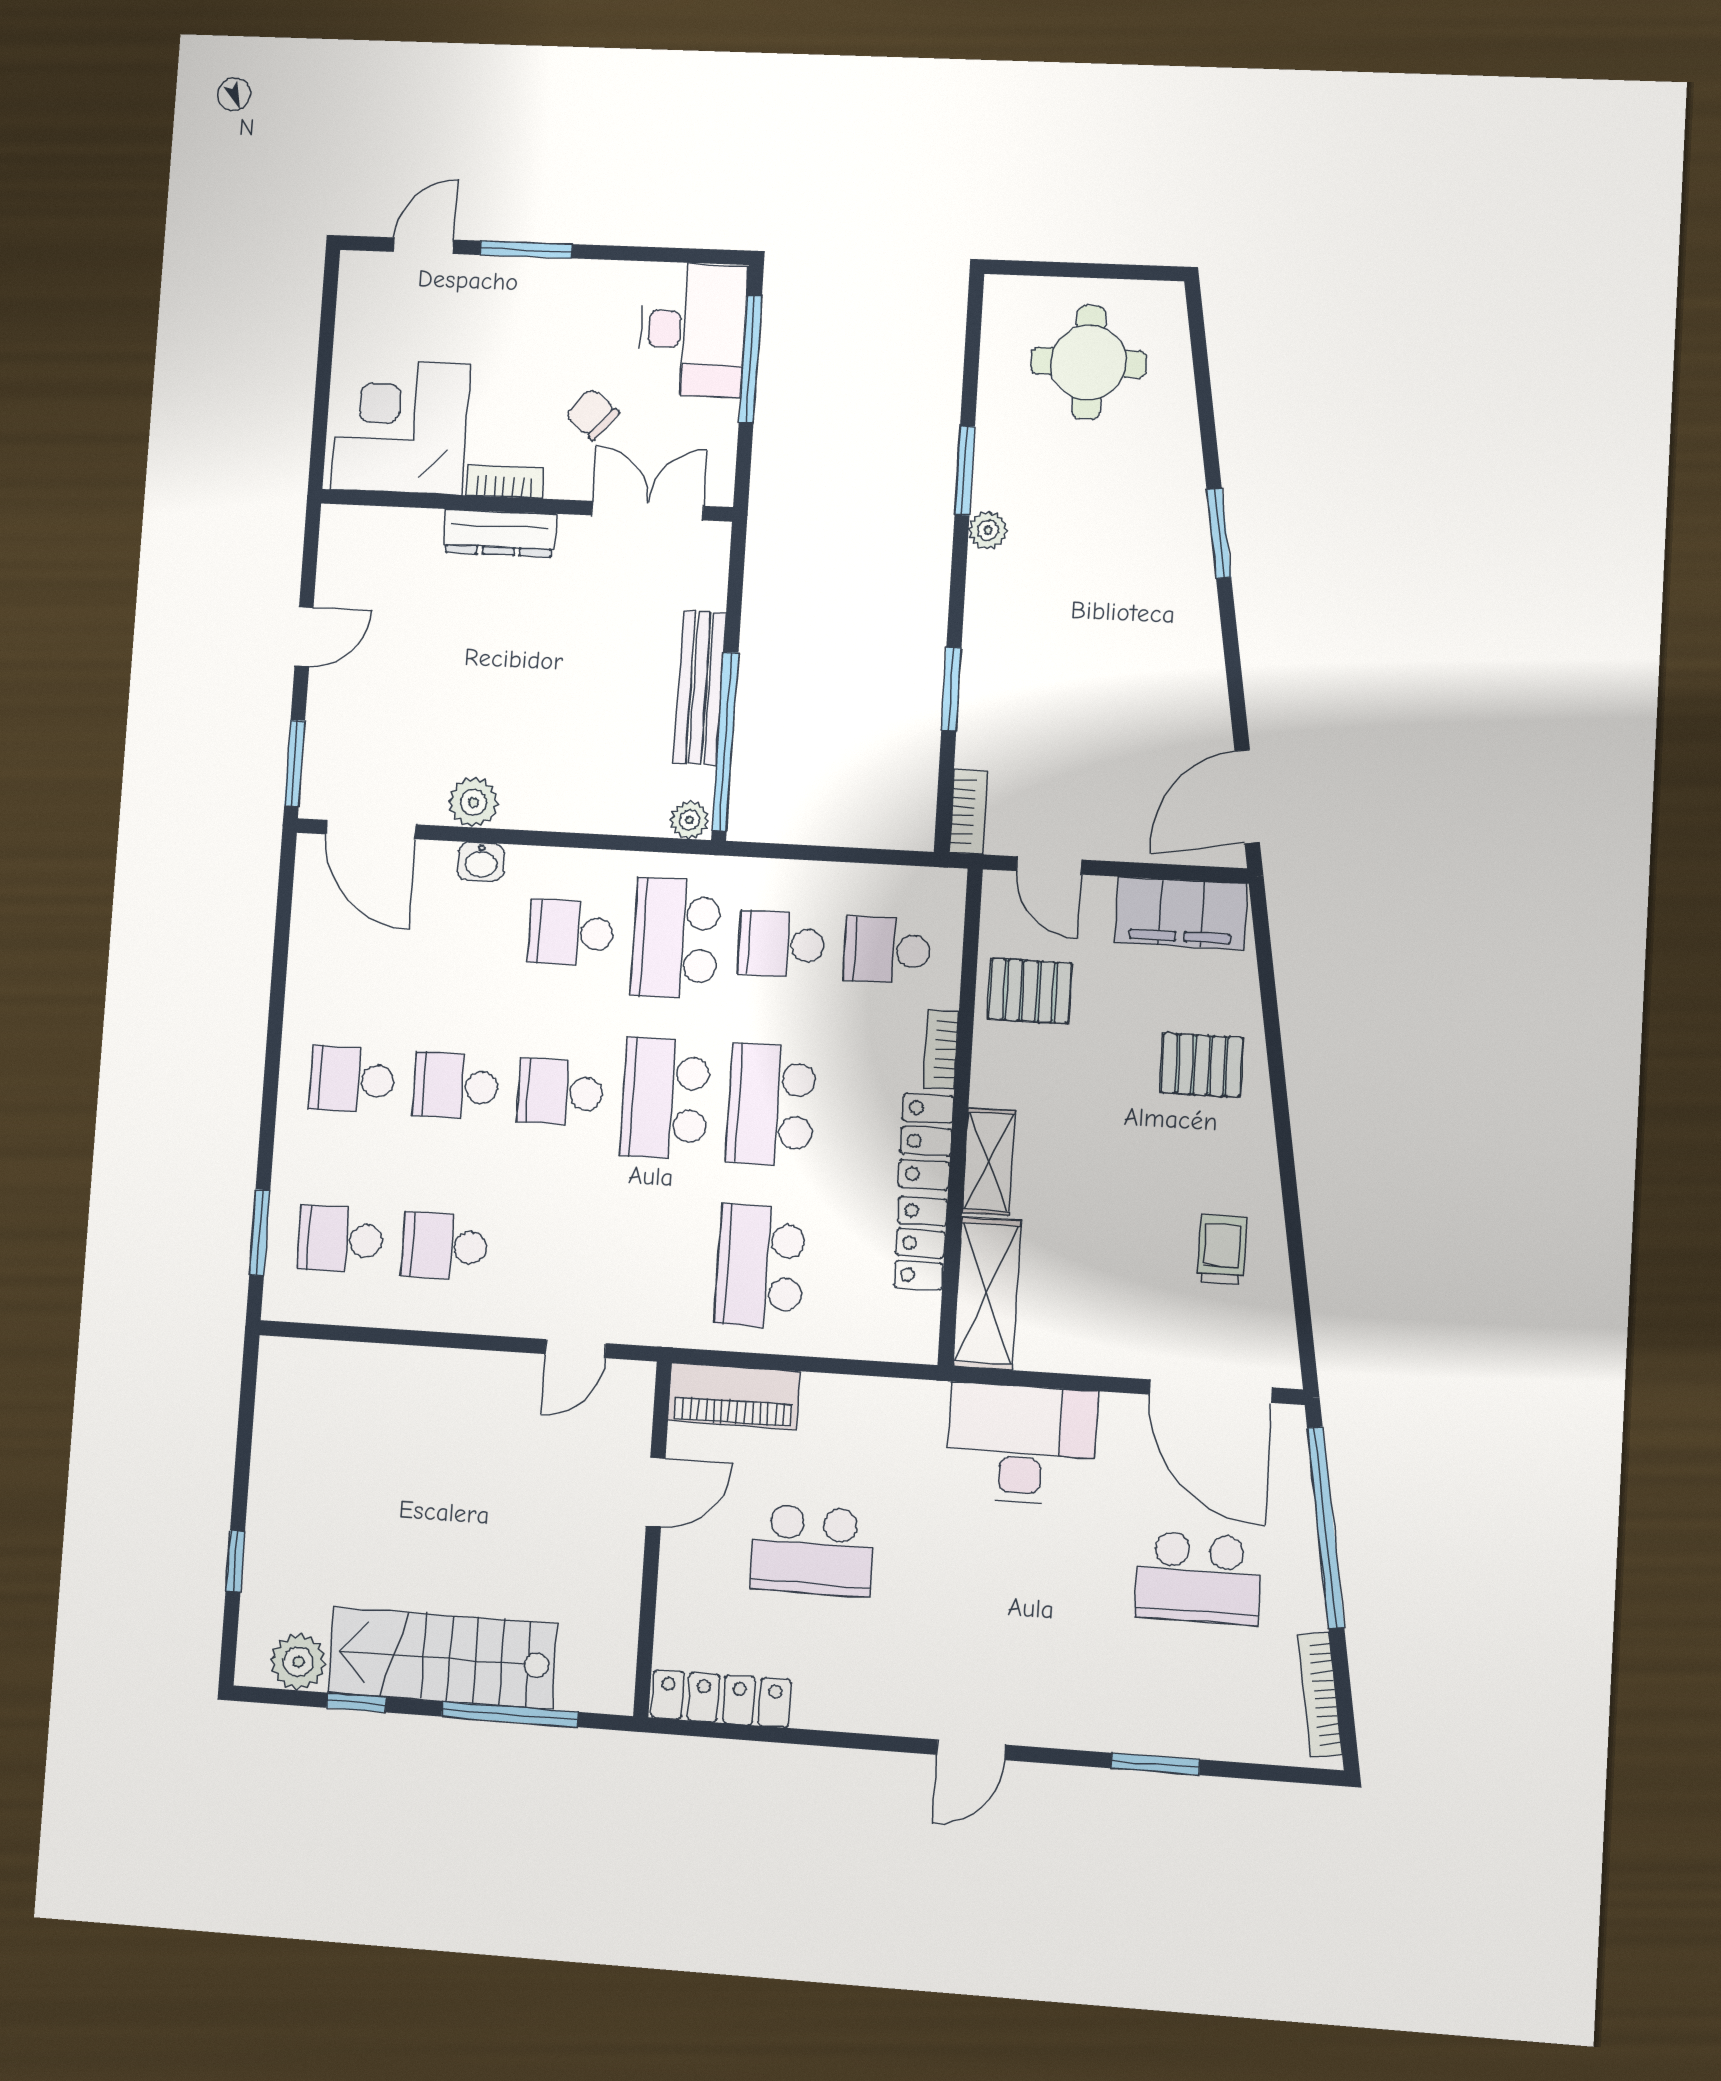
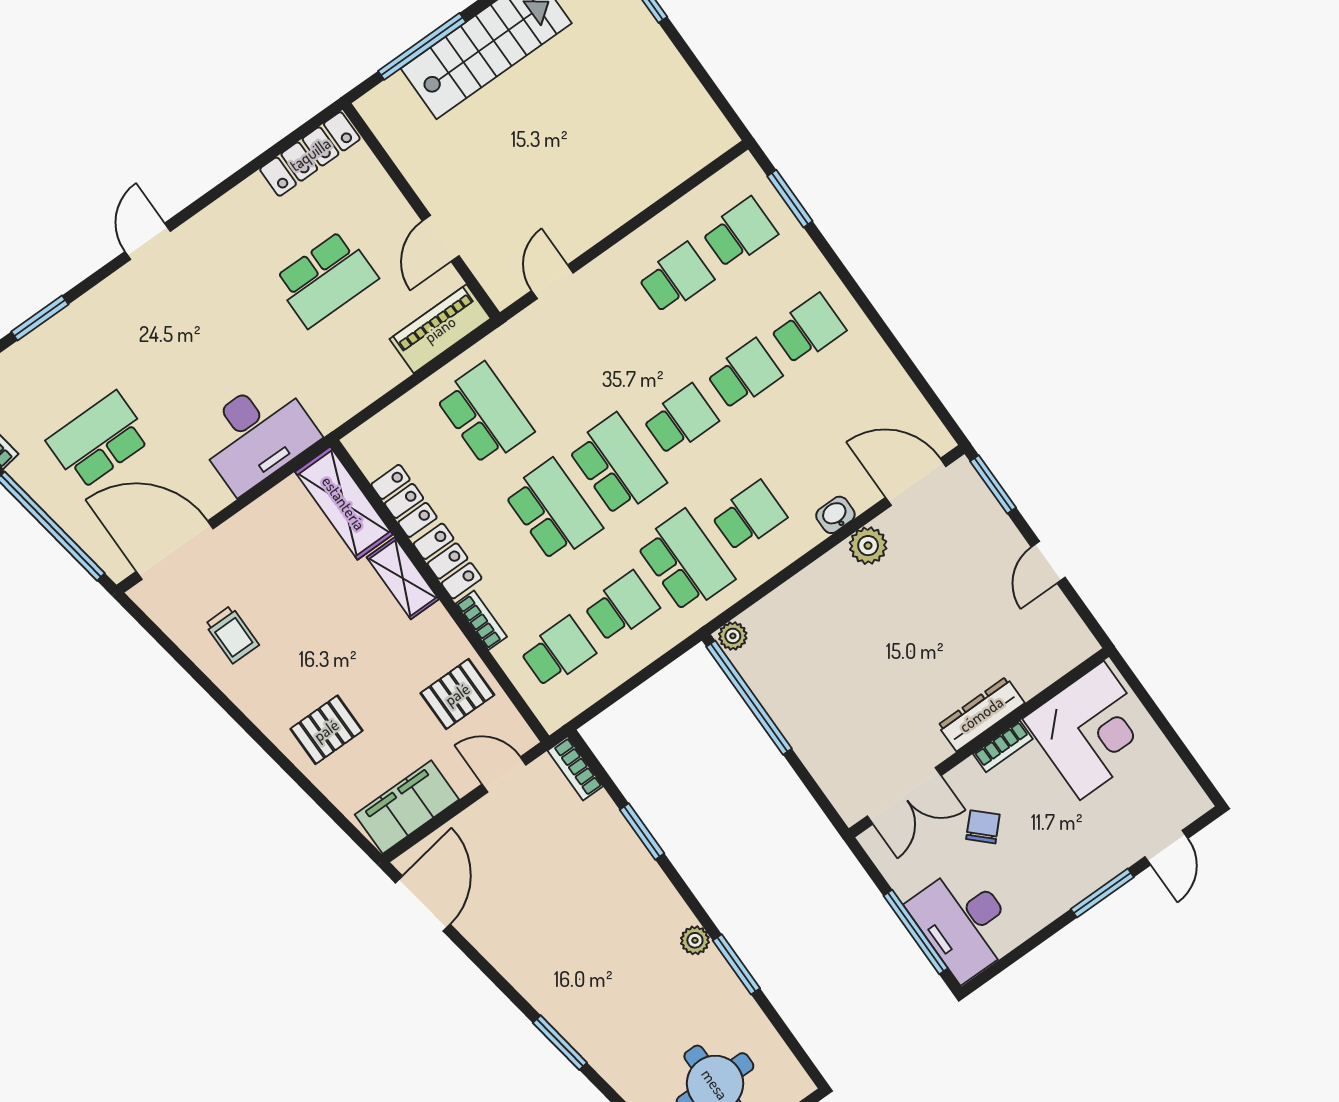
chair: (593, 414) -> (983, 827), turned -86
bench: (700, 688) -> (789, 717), removed
school desk: (812, 1550) -> (326, 279), turned 180

